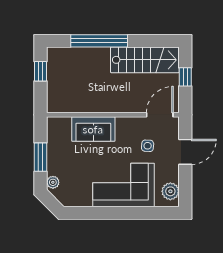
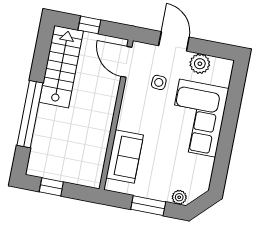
sofa: (93, 129) -> (125, 156), moved
plant: (170, 191) -> (200, 64), moved

